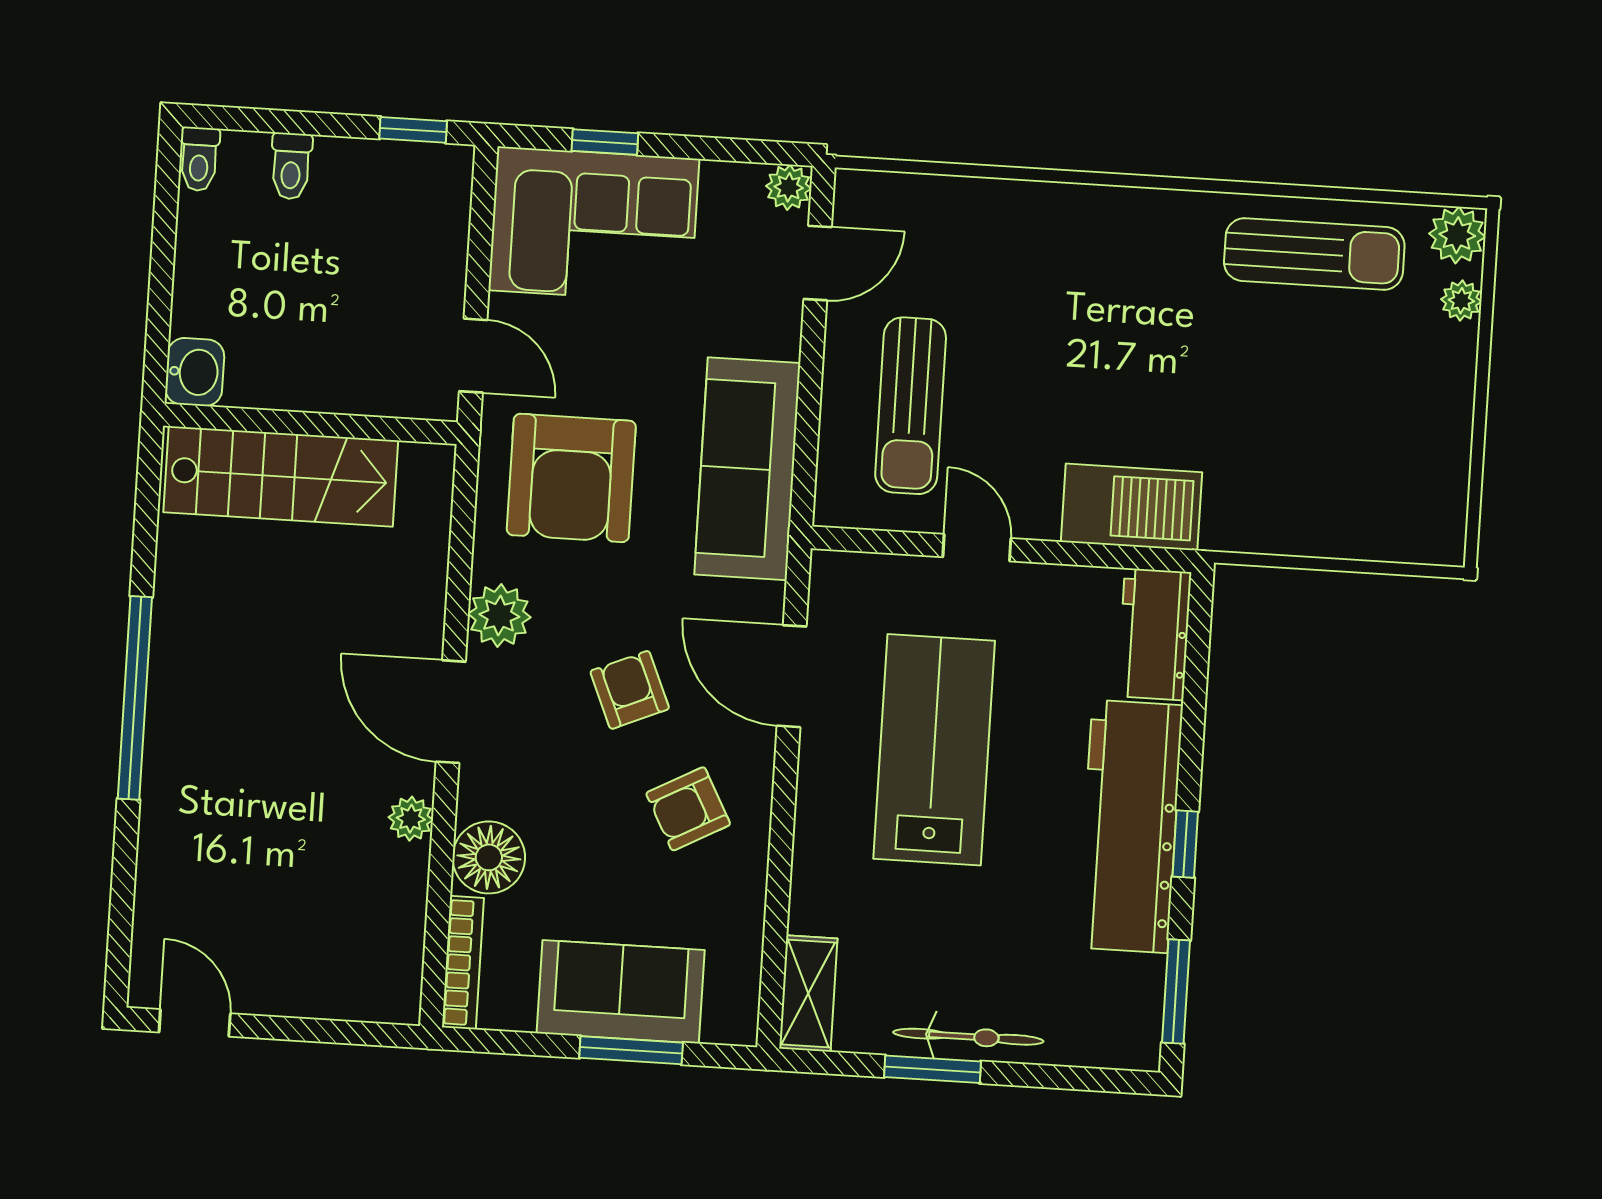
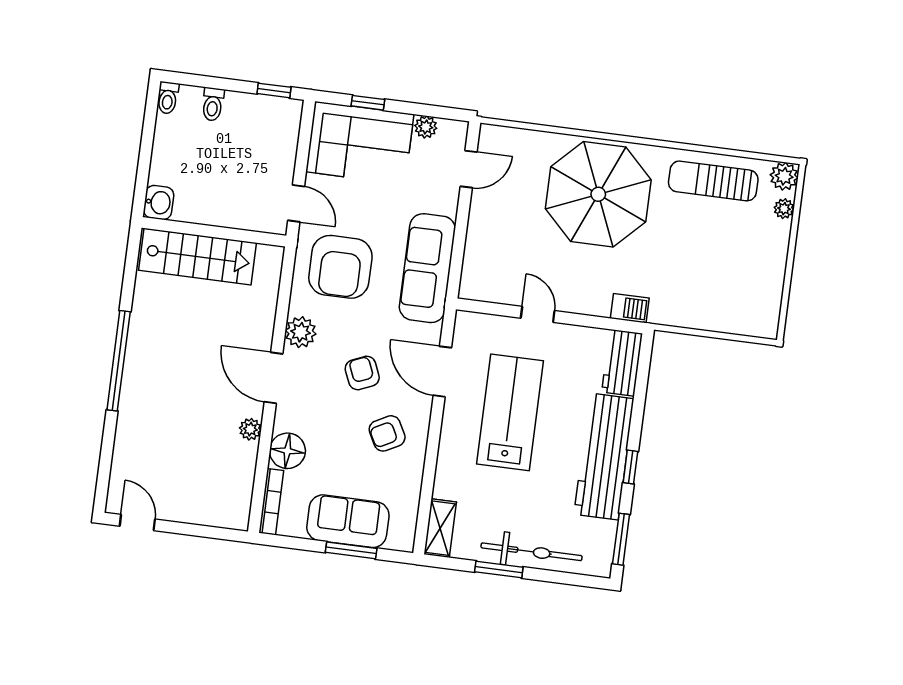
plant: (789, 187) -> (426, 127), moved
sun lounger: (1314, 254) -> (713, 181), turned 180
parasol: (1083, 296) -> (598, 194), added
sun lounger: (911, 406) -> (510, 242), removed
barbecue: (1131, 507) -> (630, 308), width x0.53, depth x0.65
bicycle: (968, 1037) -> (532, 552), width x1.37, depth x1.40

